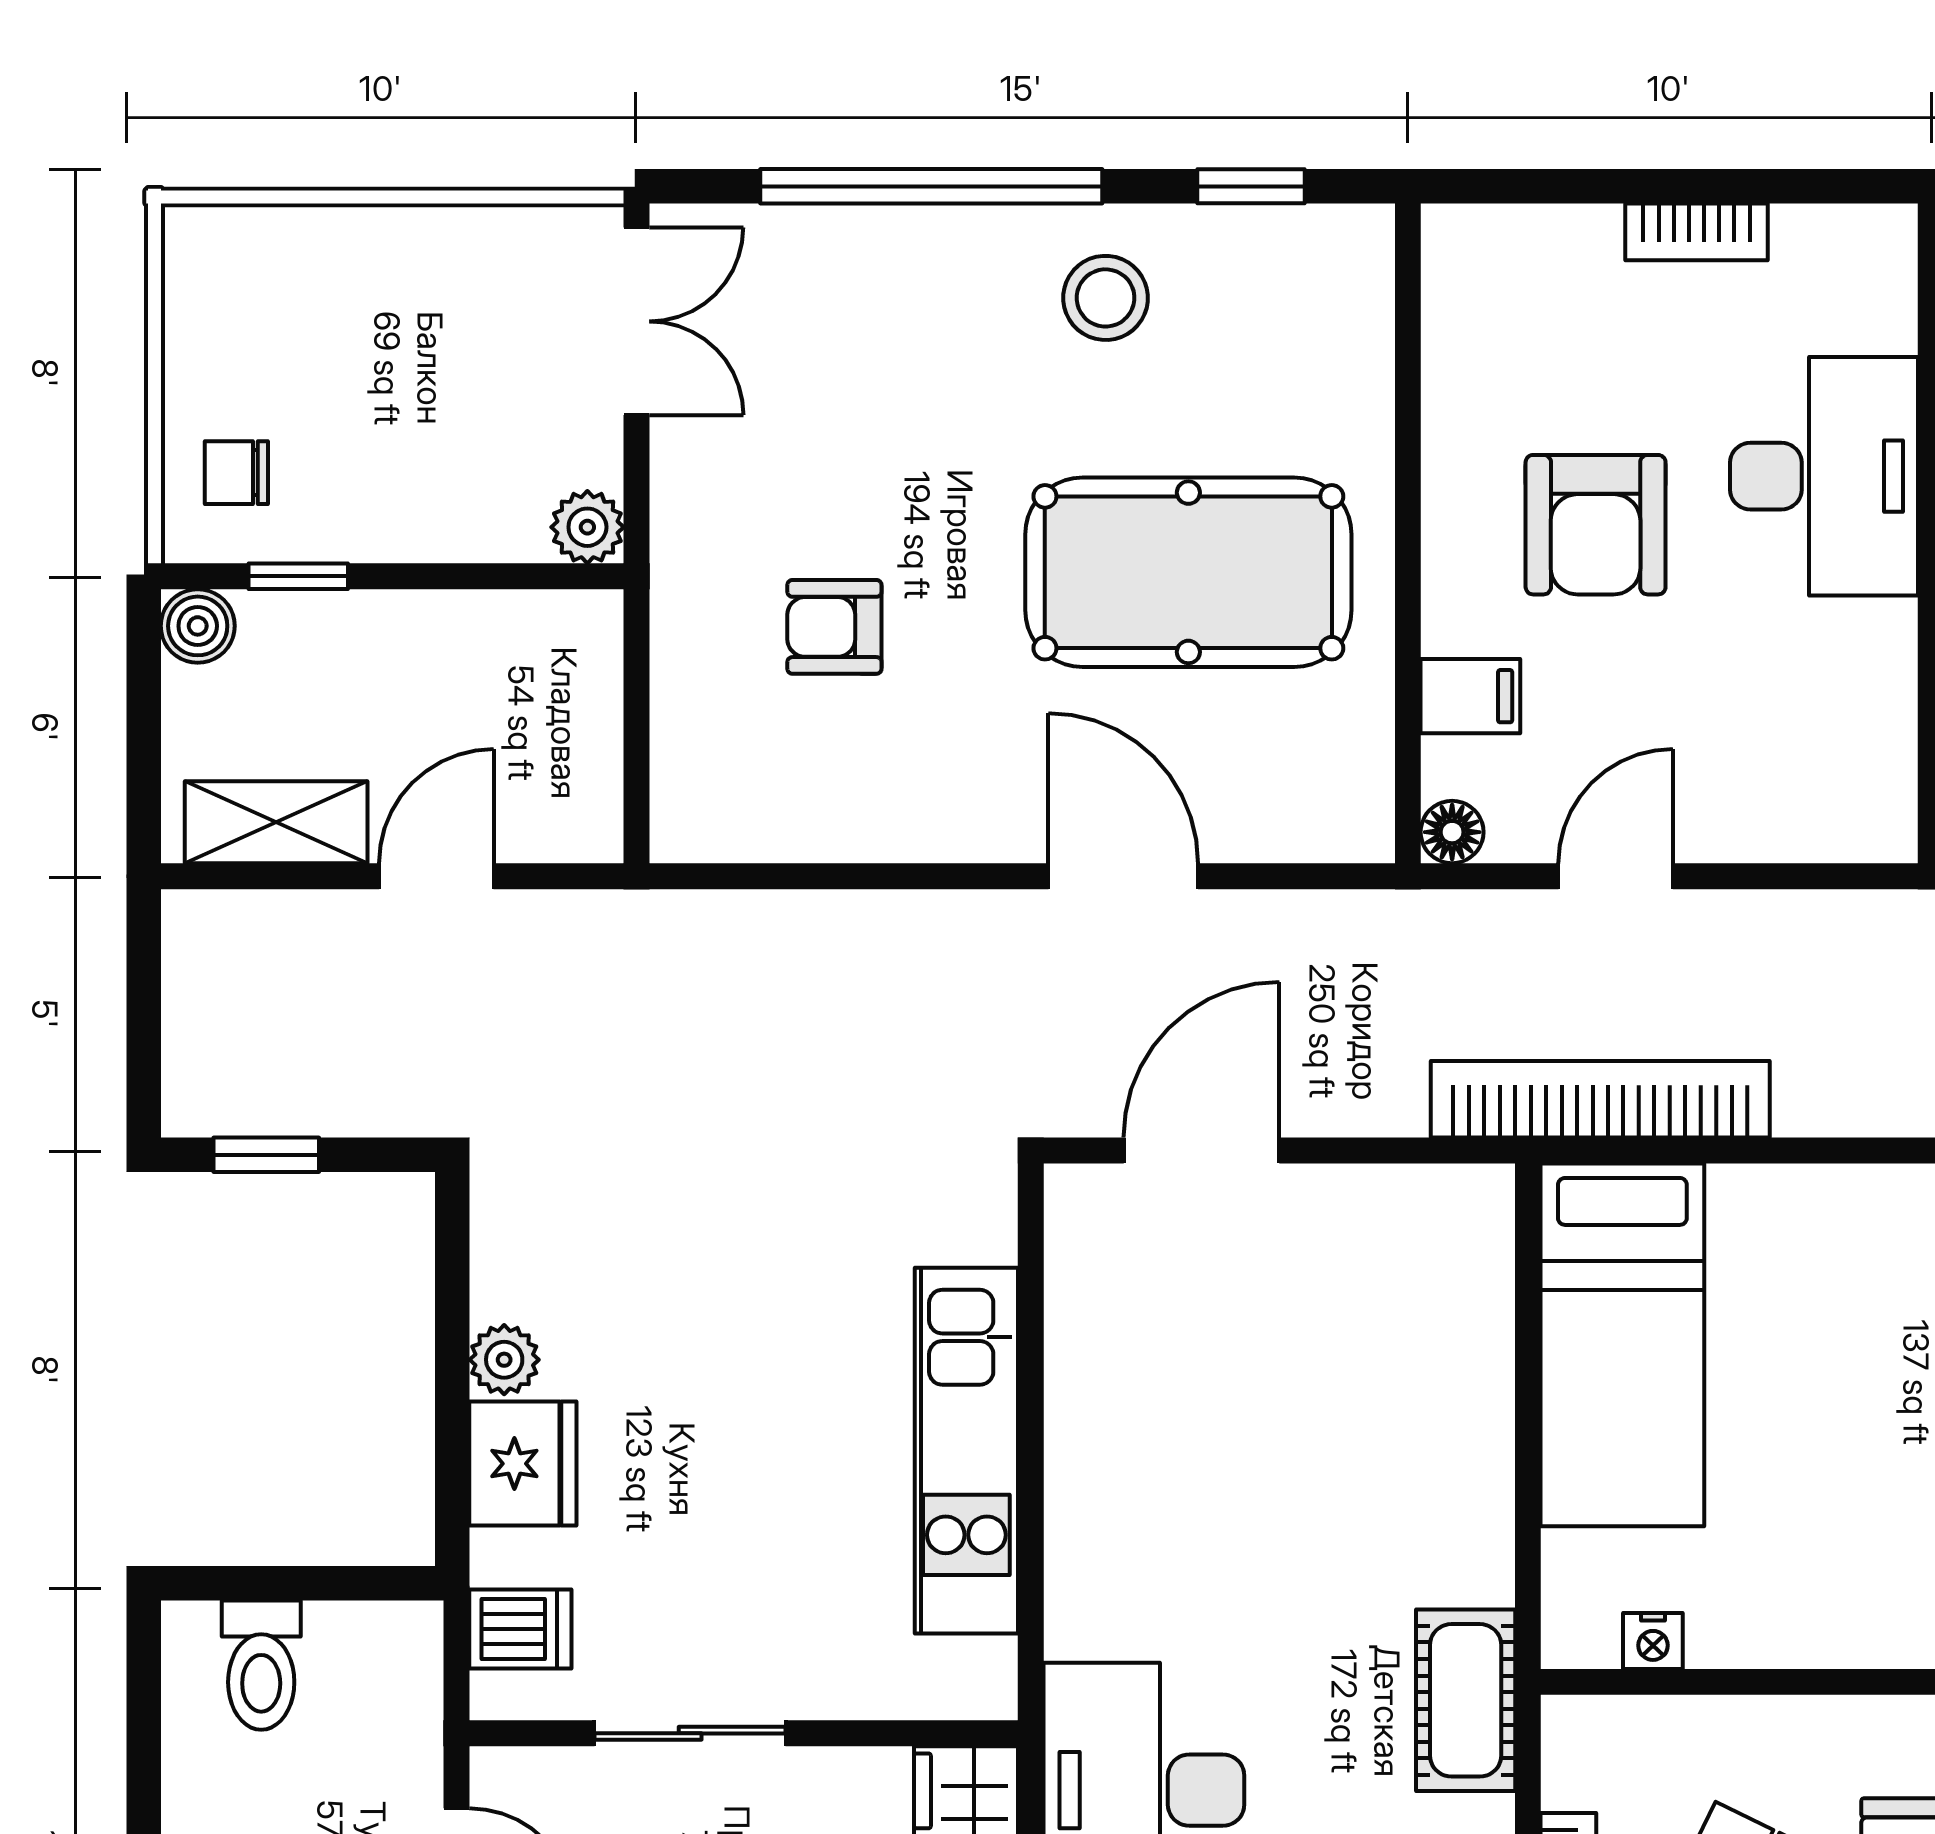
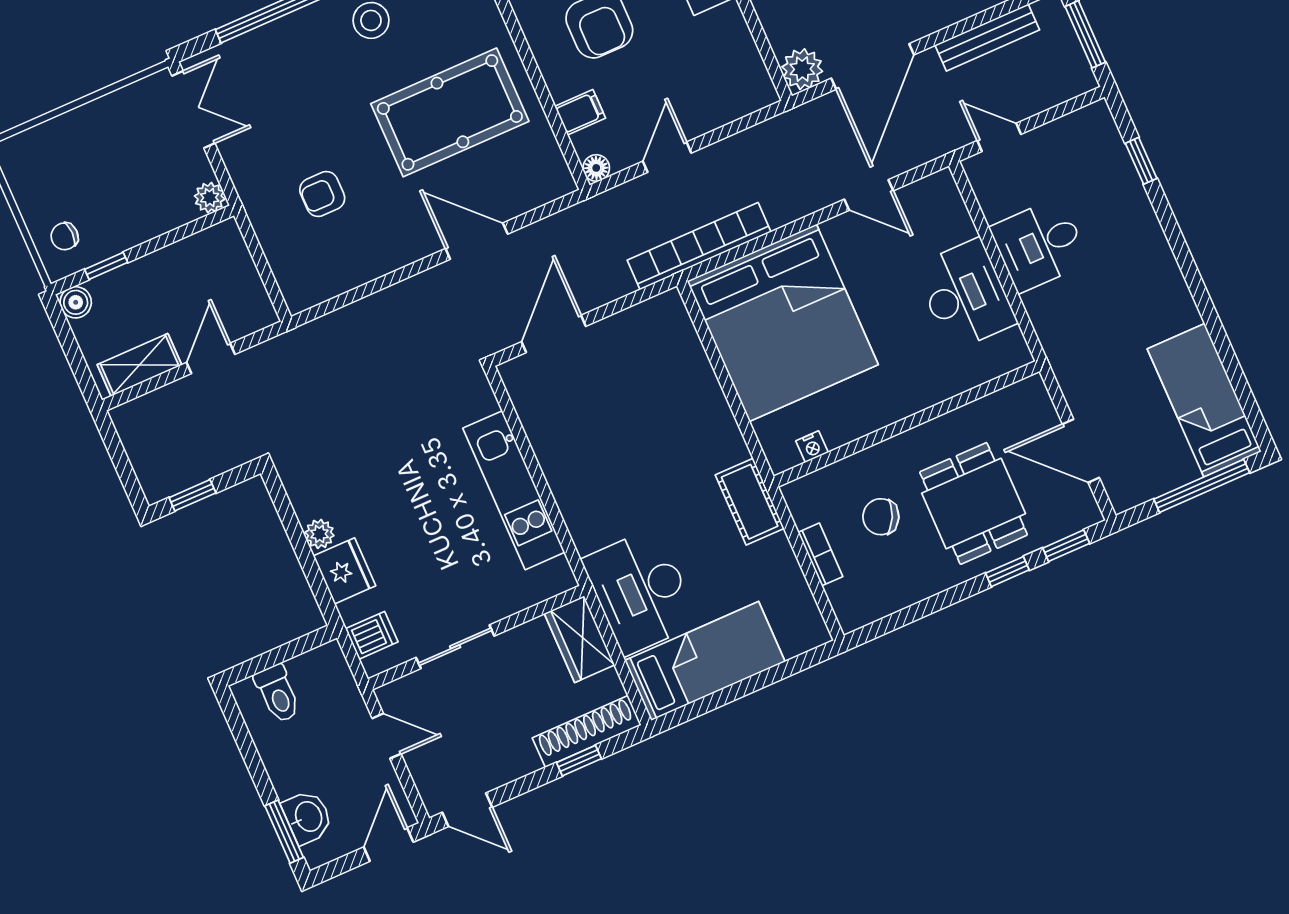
bed: (1622, 1345) -> (783, 323), width x2.04

